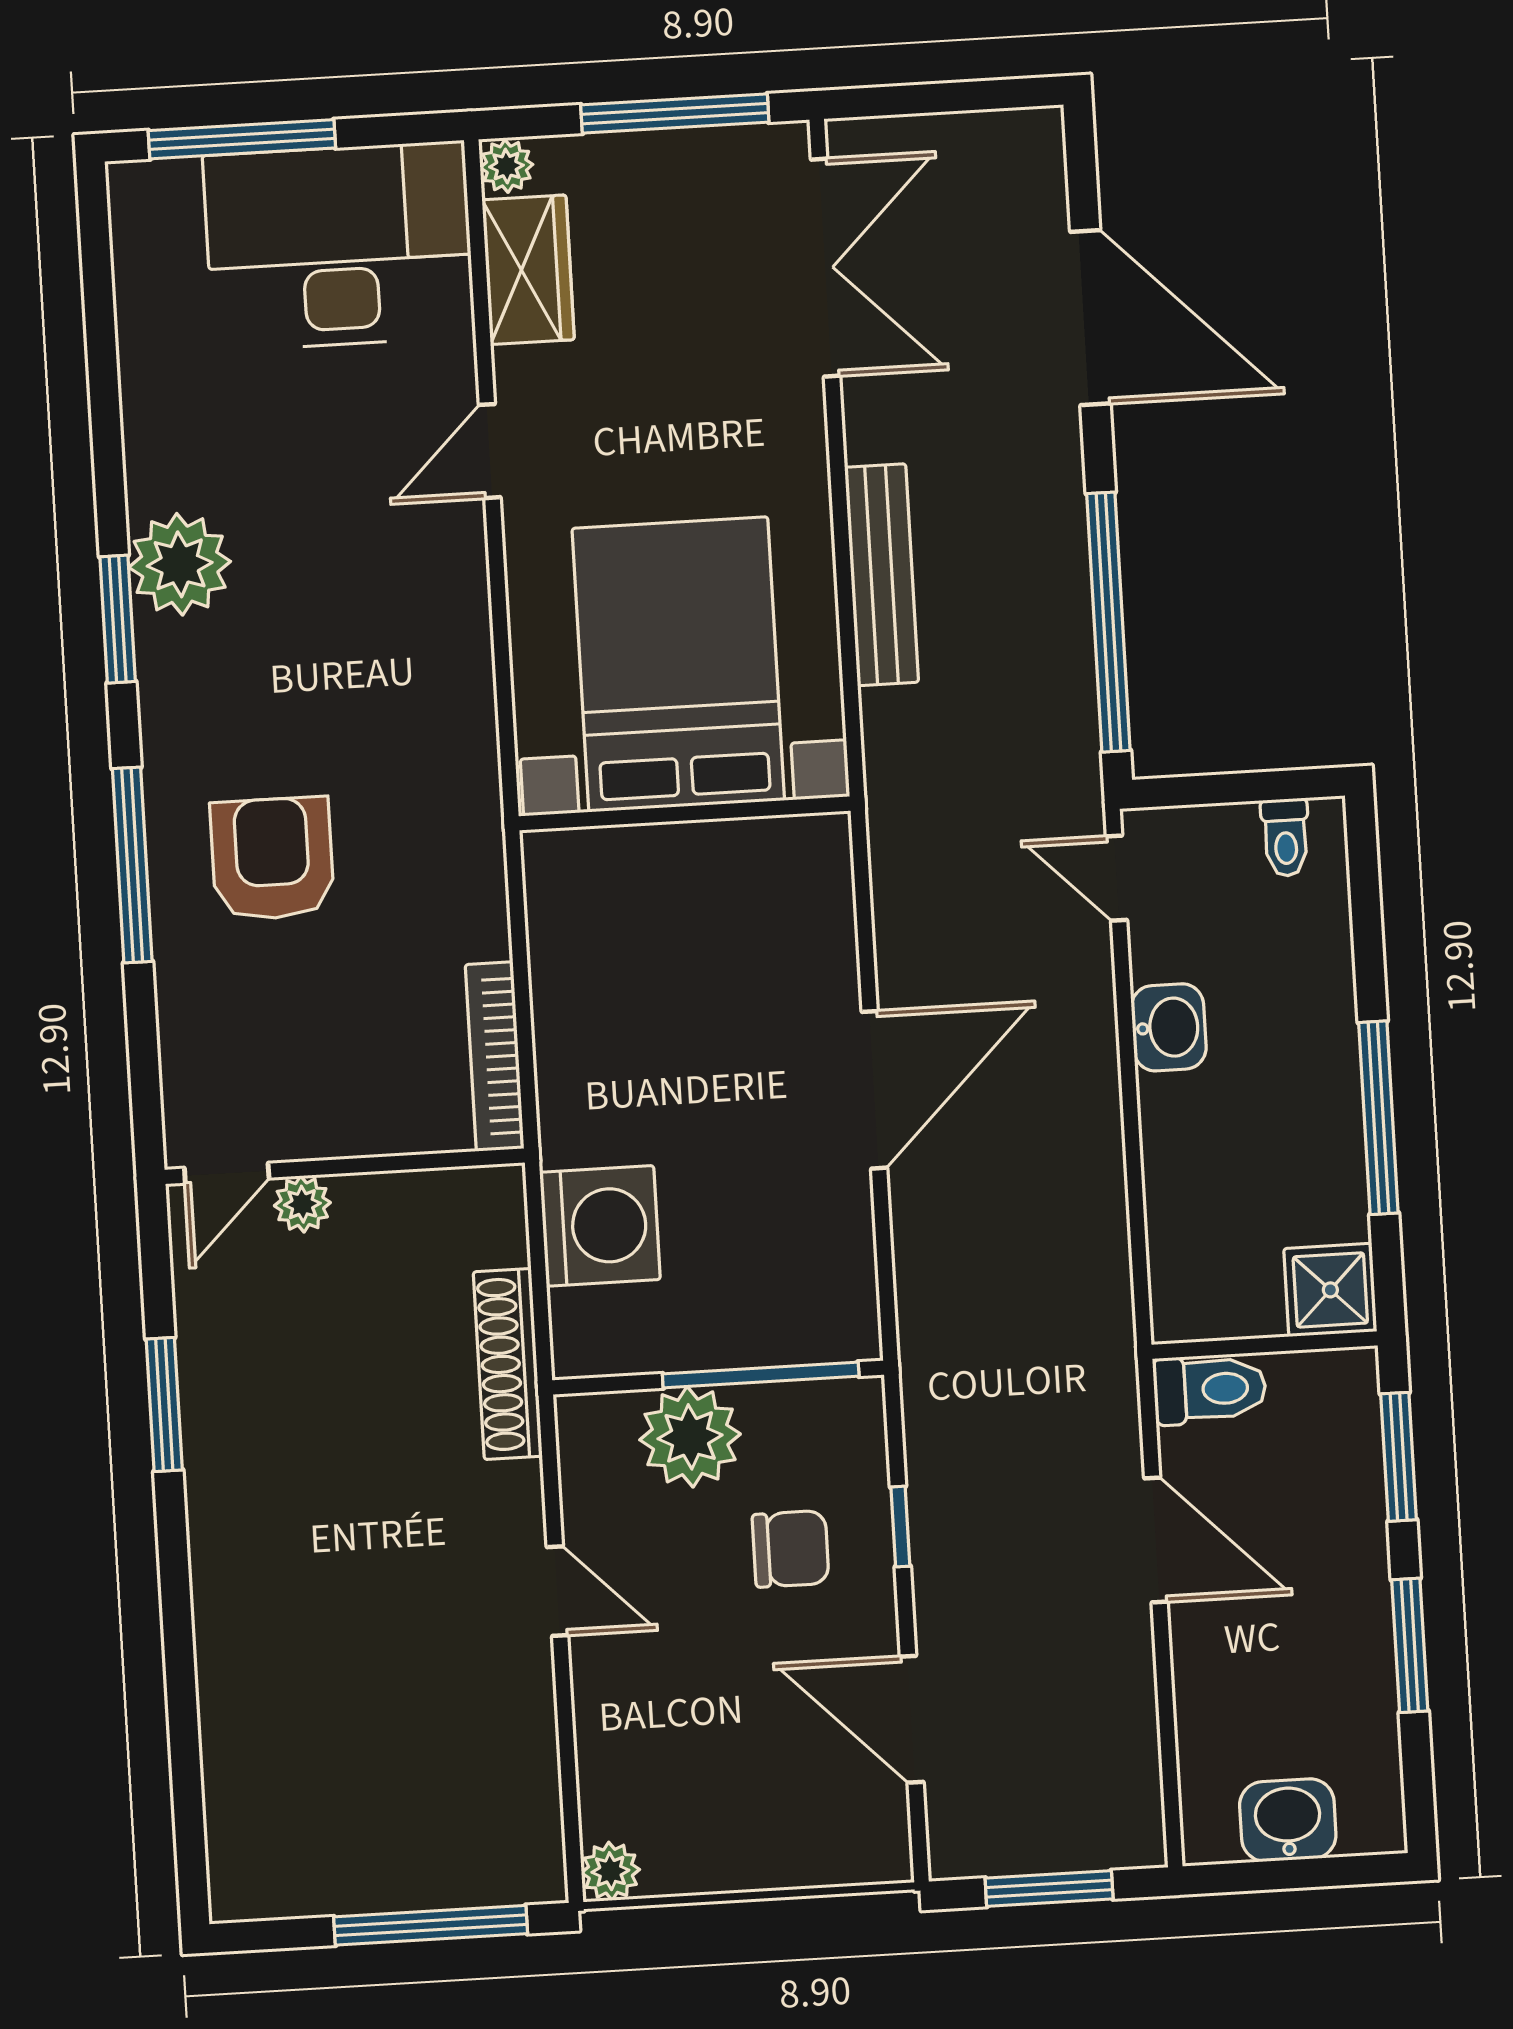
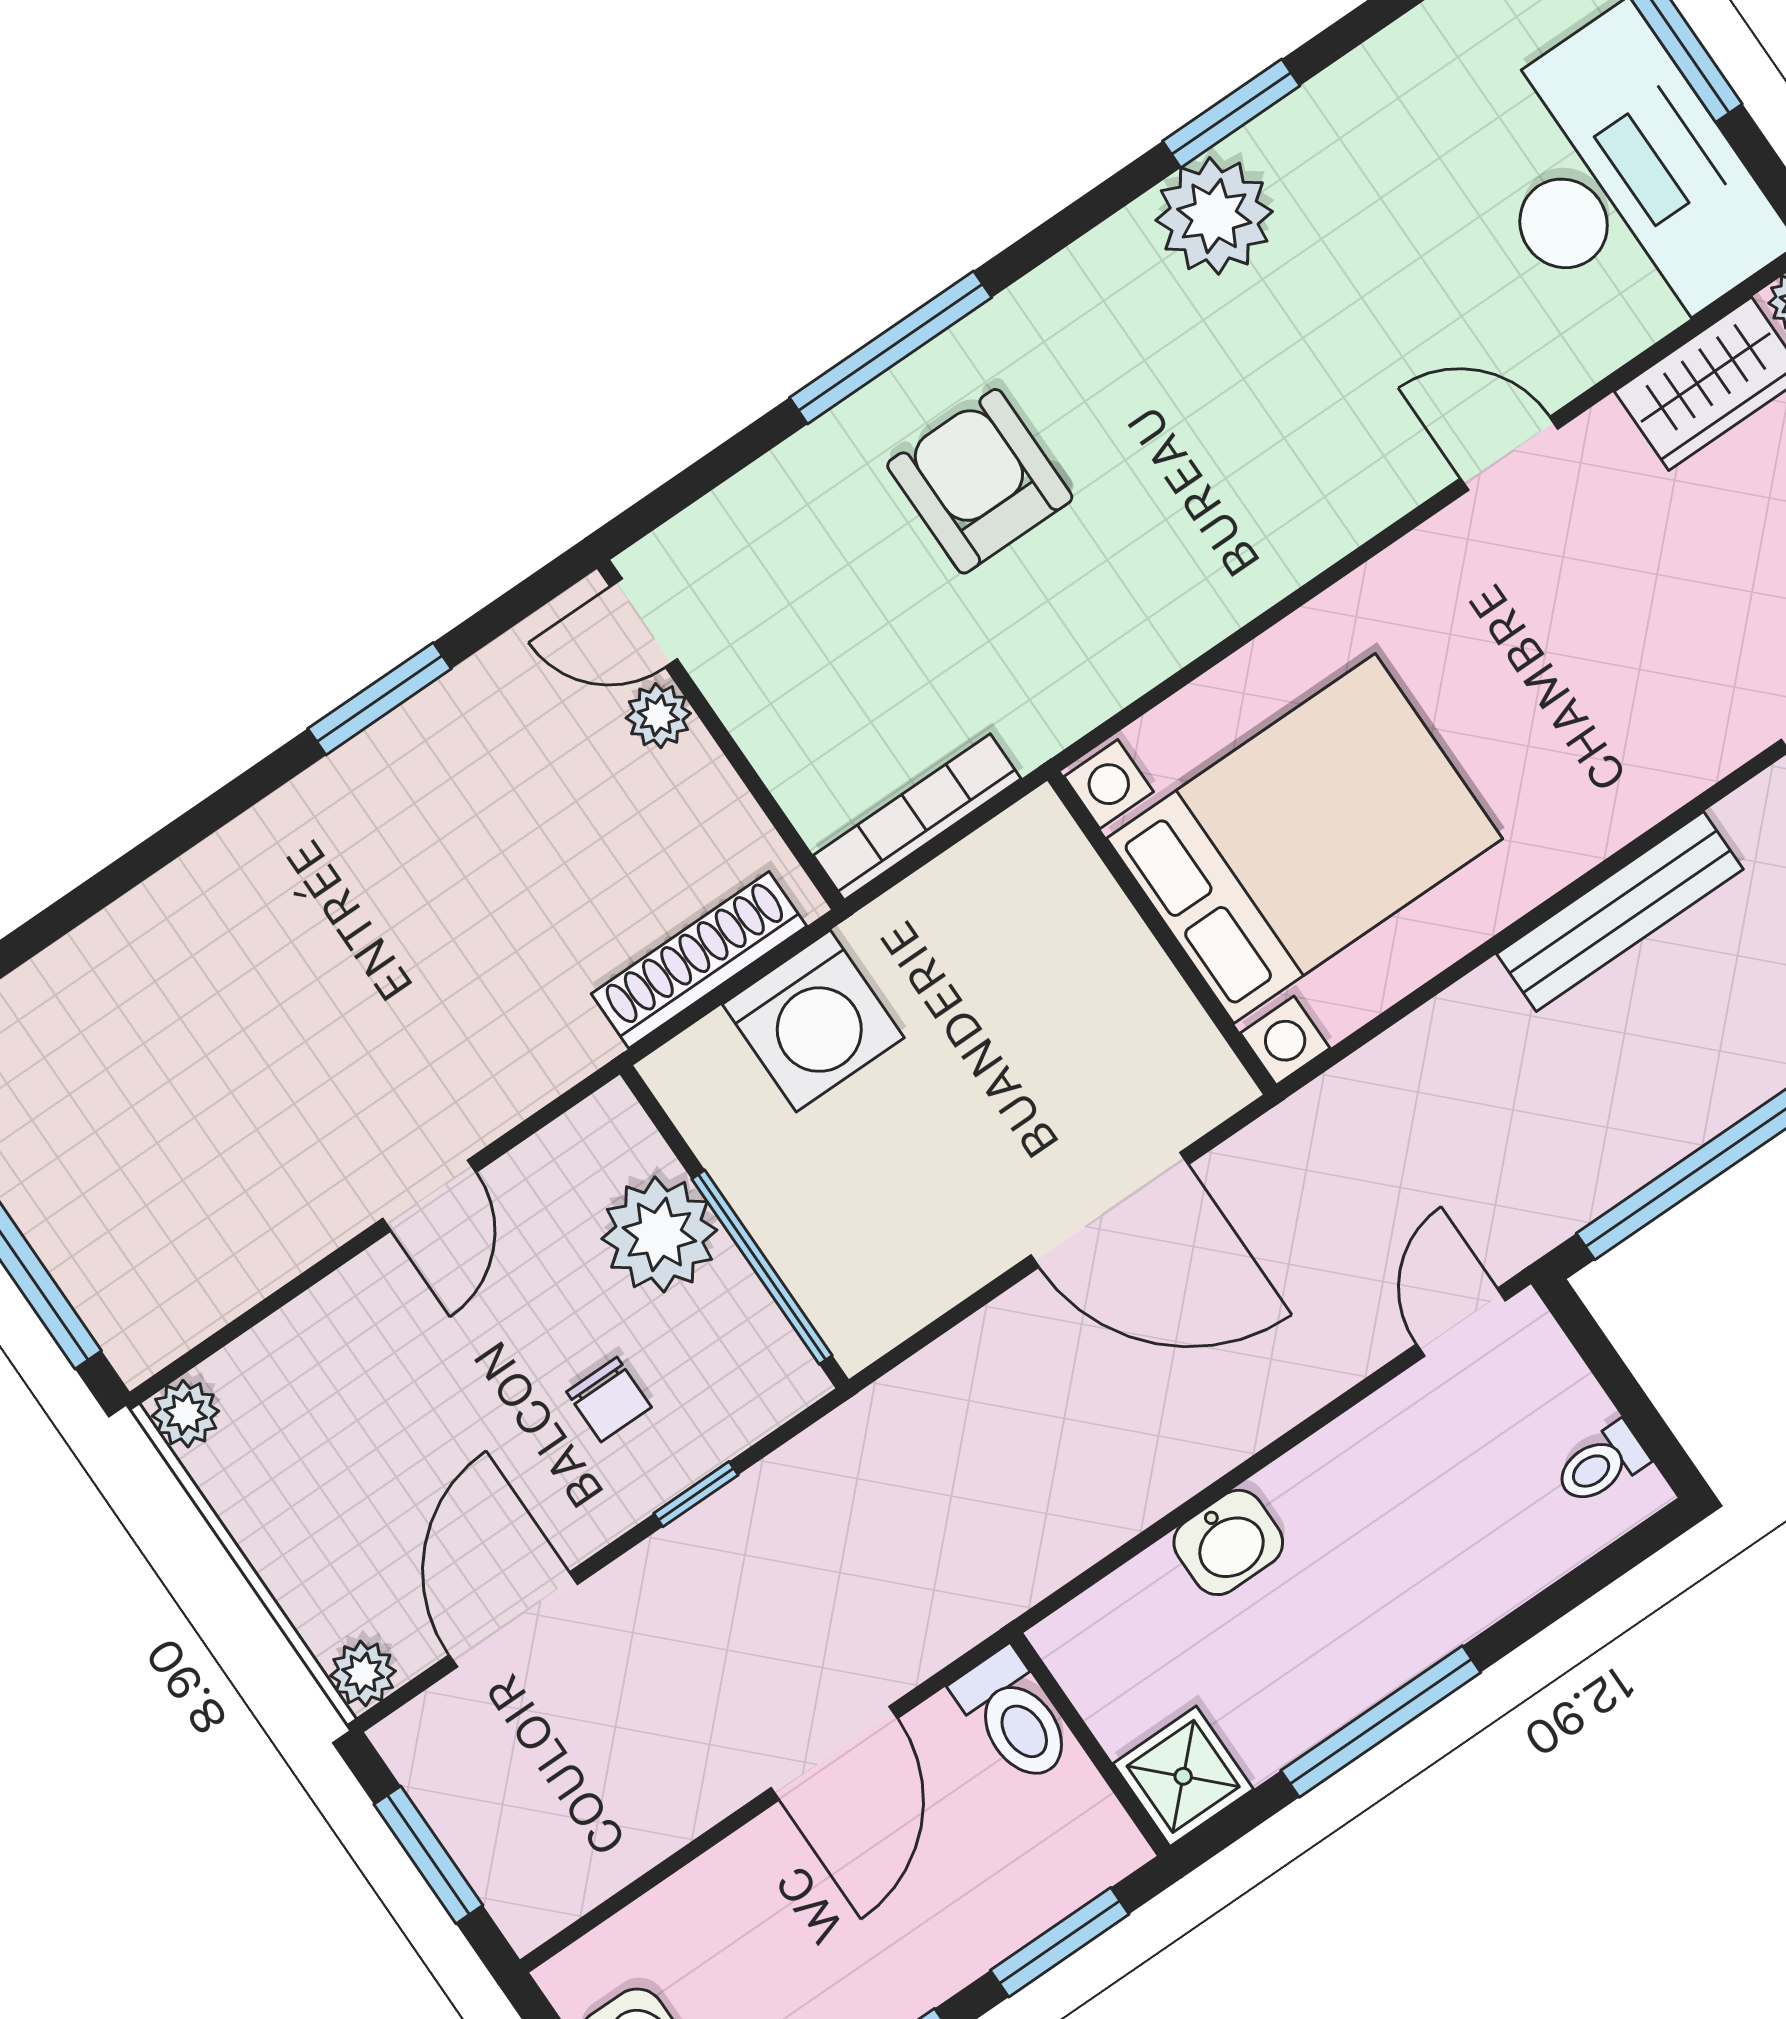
window: (118, 619) -> (1231, 113), moved
bed with nightstands: (678, 664) -> (1304, 838), moved
wall: (685, 813) -> (1162, 933), moved
armchair: (272, 859) -> (980, 481), turned -90
washbasin: (1169, 1027) -> (1228, 1542), moved
shoe rack: (508, 1364) -> (699, 960), moved
chair: (791, 1549) -> (609, 1400), width x0.73, depth x0.73
plant: (884, 1856) -> (363, 1673), added

